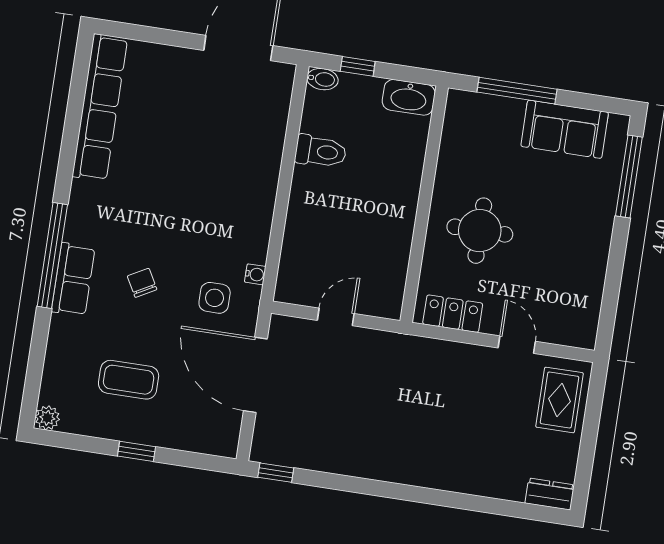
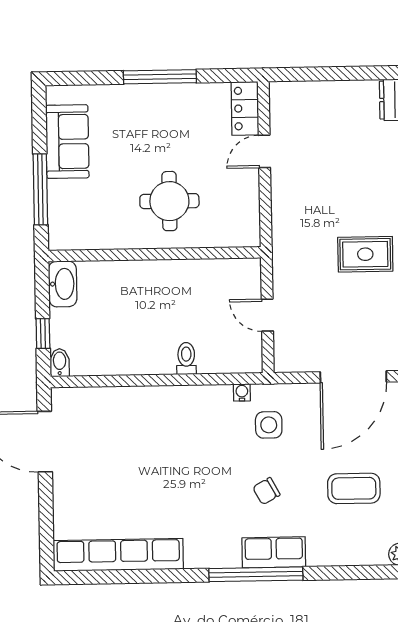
toilet: (321, 151) -> (186, 359), moved, width x0.73, depth x0.72
window: (629, 176) -> (160, 77), moved
locker: (453, 314) -> (245, 108), moved
door: (255, 375) -> (353, 377), moved
coffee table: (129, 380) -> (354, 488), turned 90
rug: (559, 400) -> (365, 254), moved

